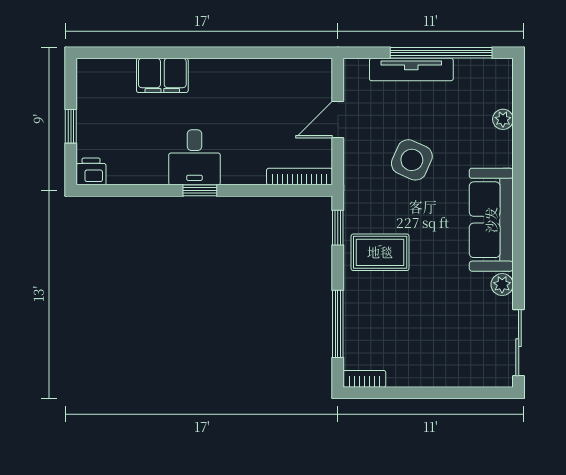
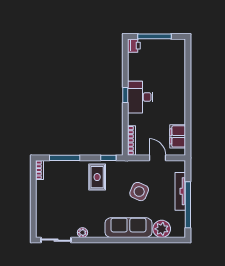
filing cabinet: (162, 75) -> (178, 136), moved
plant: (503, 119) -> (162, 229), width x1.88, depth x1.88
window: (71, 126) -> (154, 36), width x2.17
desk: (194, 157) -> (140, 97), width x1.37
sofa: (491, 220) -> (128, 228), moved

